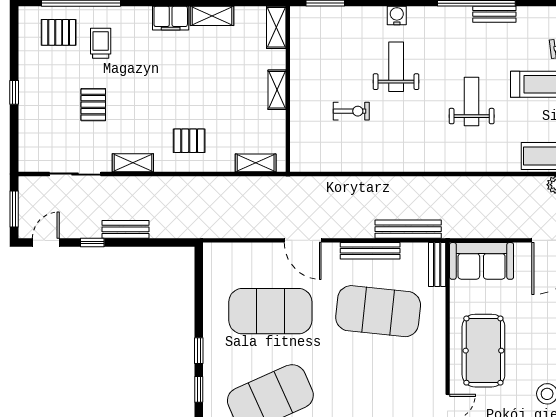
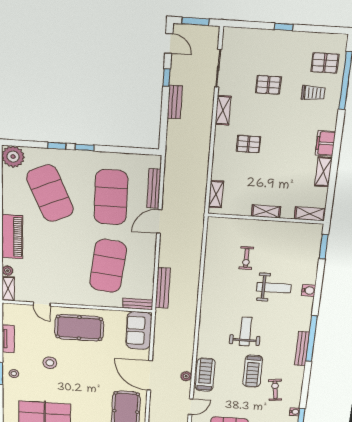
bench: (494, 14) -> (302, 349), width x1.36
pallet: (59, 32) -> (325, 63), turned 90
weight bench: (472, 101) -> (245, 332), turned -90
pallet: (189, 141) -> (248, 144), moved, turned 90
bench: (370, 251) -> (154, 189), moved

